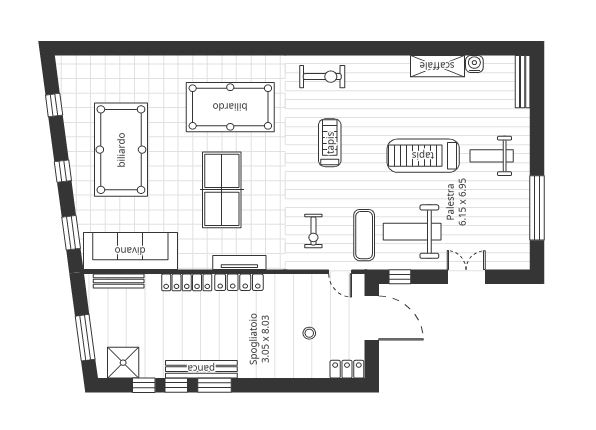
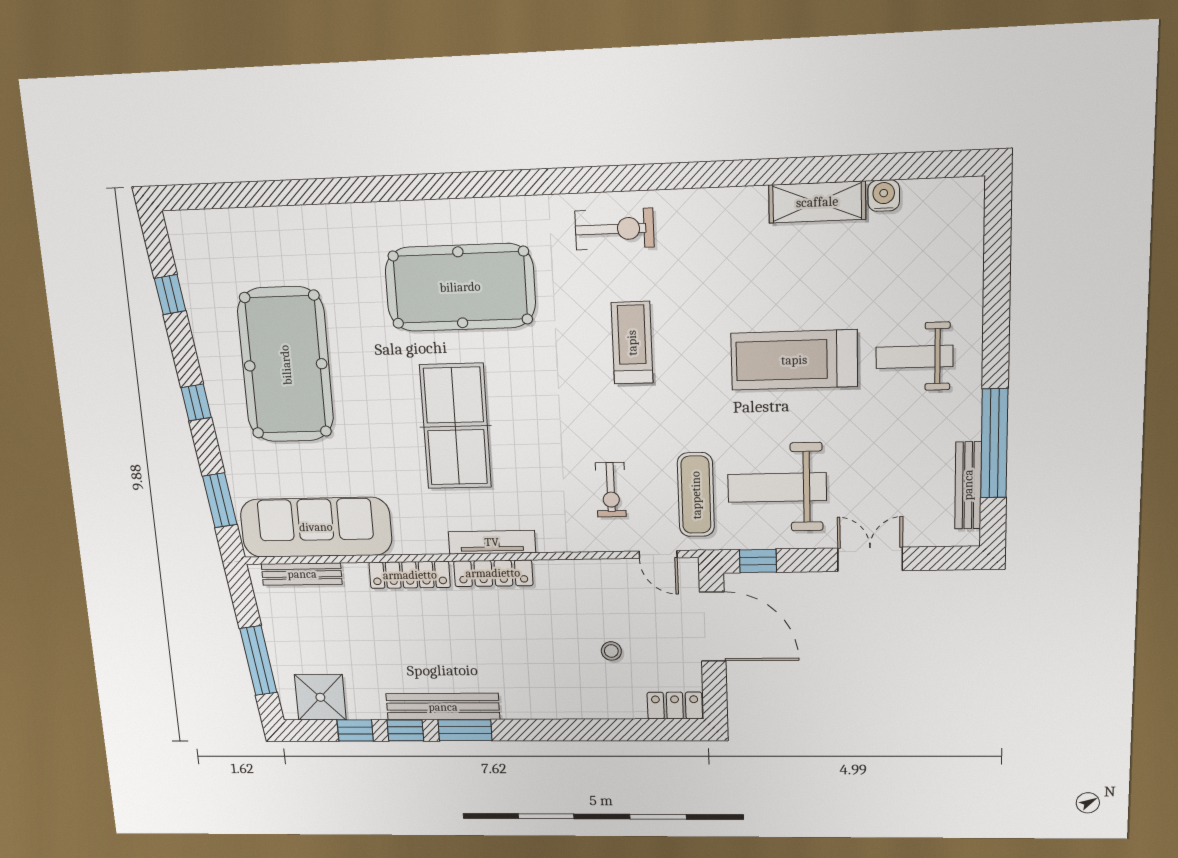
bench: (523, 82) -> (968, 485), moved

